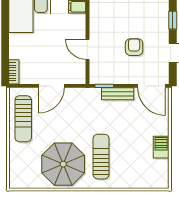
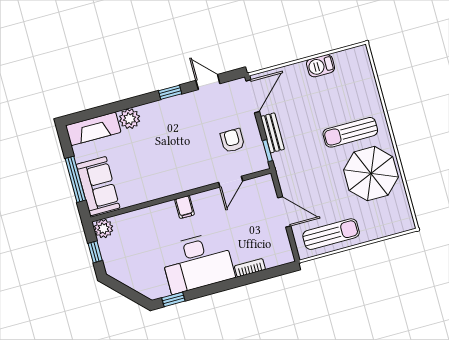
armchair: (134, 47) -> (232, 141), moved, turned 90
bookcase: (14, 72) -> (250, 268), moved

